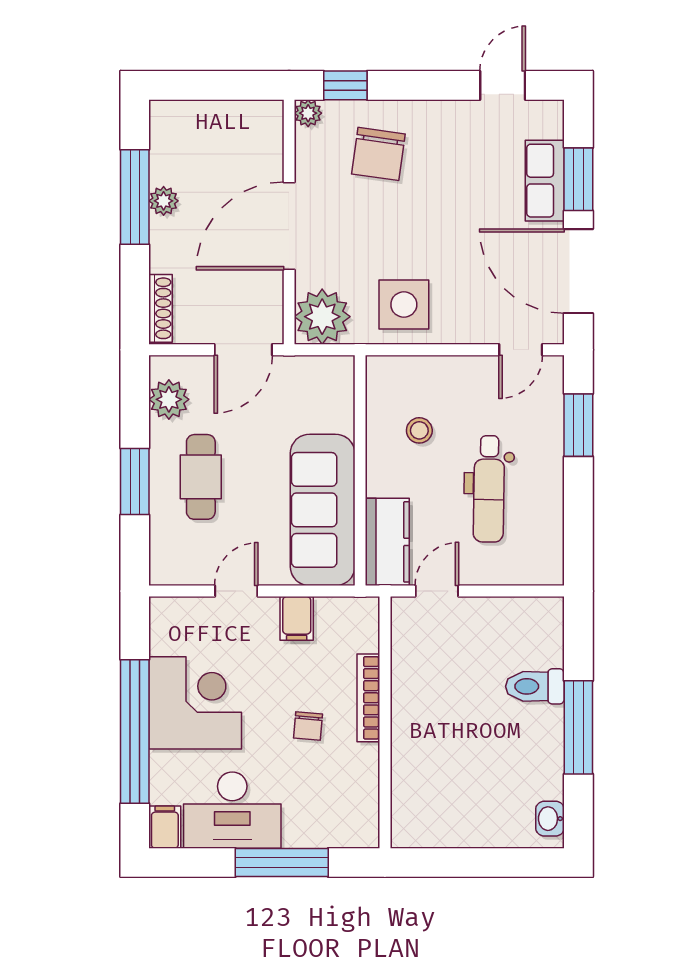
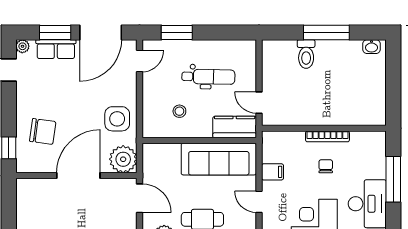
plant: (308, 113) -> (22, 46), moved
door: (289, 226) -> (78, 176), swing flipped
door: (521, 350) -> (140, 61), hinge flipped
bookcase: (368, 698) -> (327, 136), moved
chair: (308, 726) -> (326, 166), turned -95

